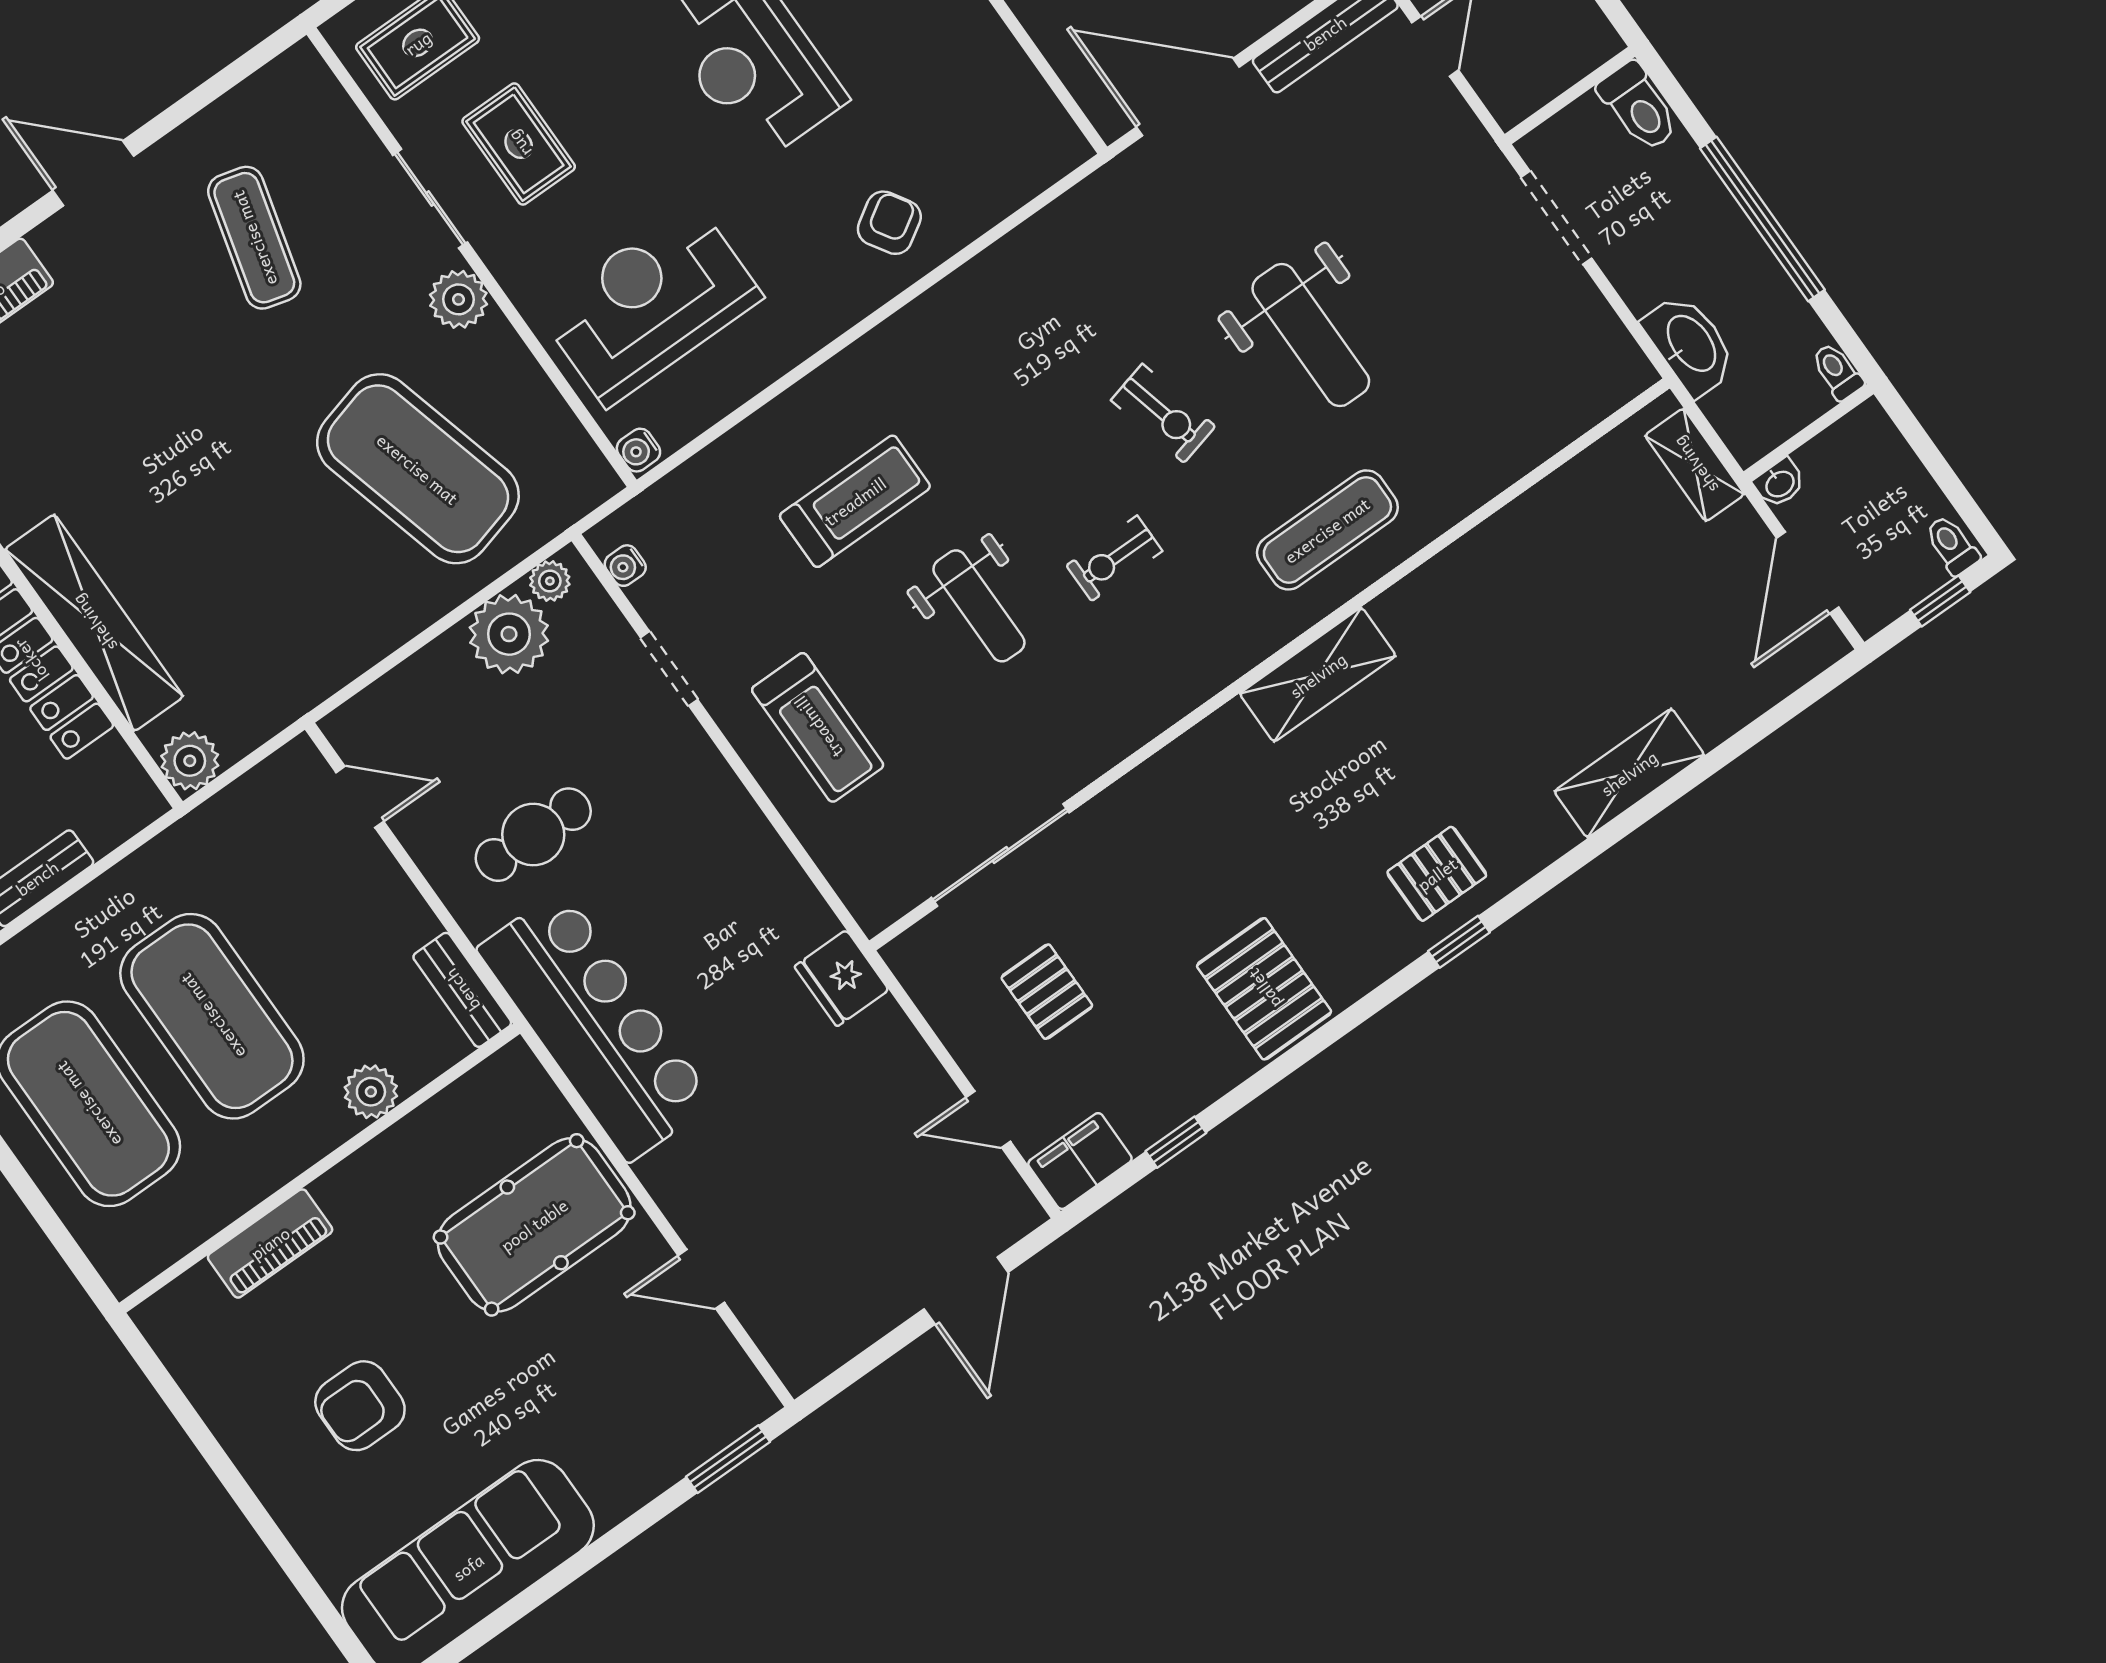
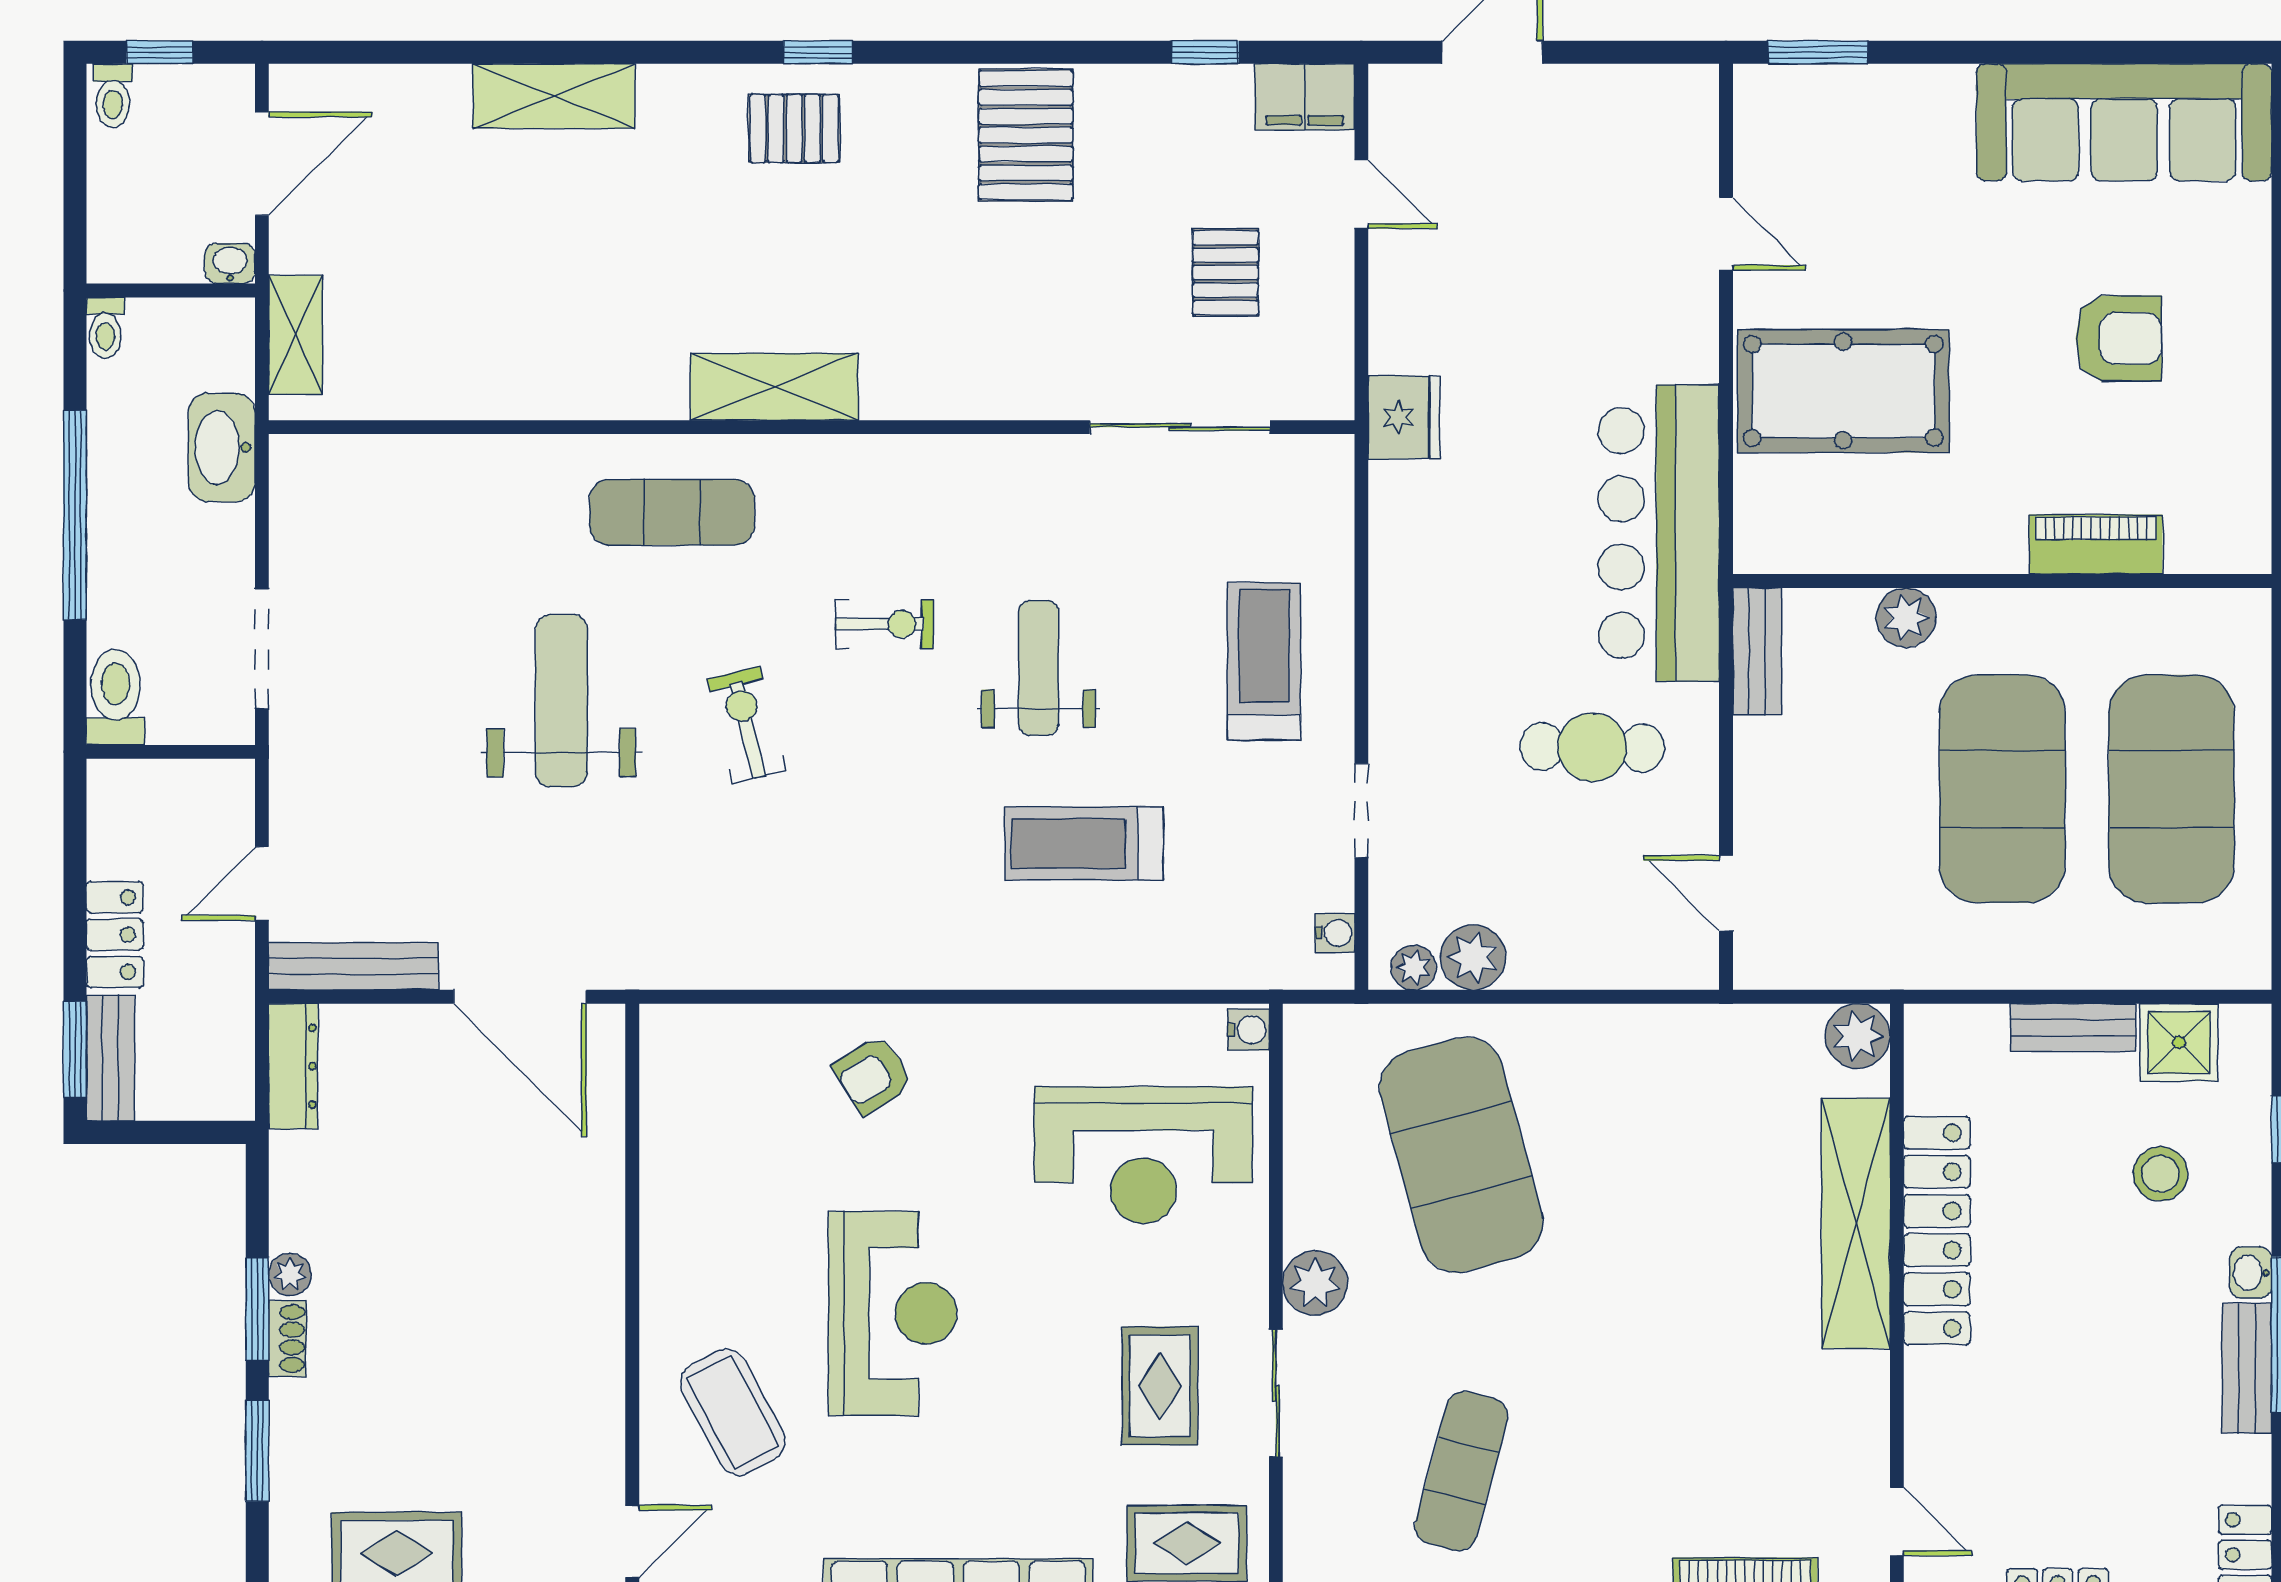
plant: (509, 634) -> (1473, 957), width x0.73, depth x0.73

